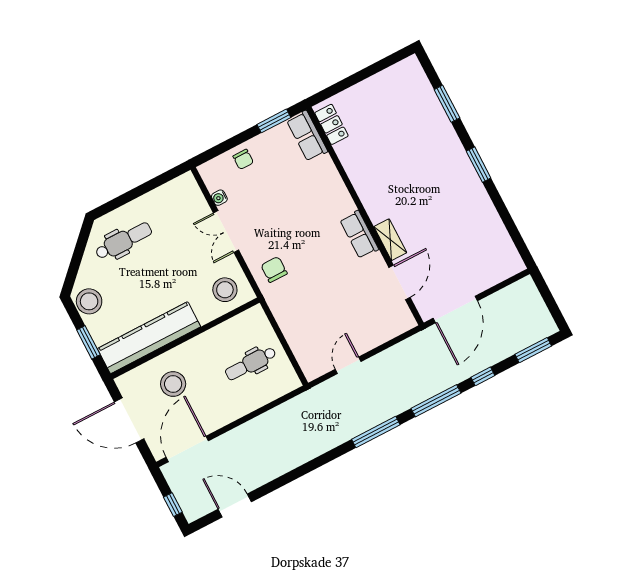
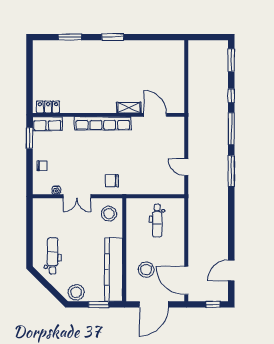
row of seats: (359, 235) -> (103, 123), width x2.02
door: (455, 310) -> (186, 92), removed

